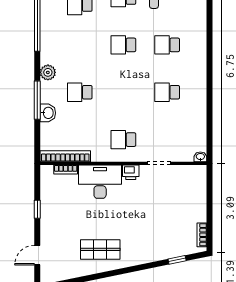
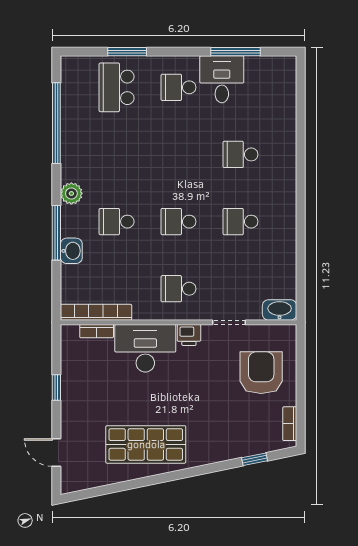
school desk: (123, 45) -> (179, 222), moved
washbasin: (200, 157) -> (280, 310), width x1.91, depth x1.45
armchair: (182, 199) -> (261, 373), added
shop shelf: (100, 249) -> (146, 444), width x1.43, depth x1.36
door: (37, 255) -> (56, 453), hinge flipped

